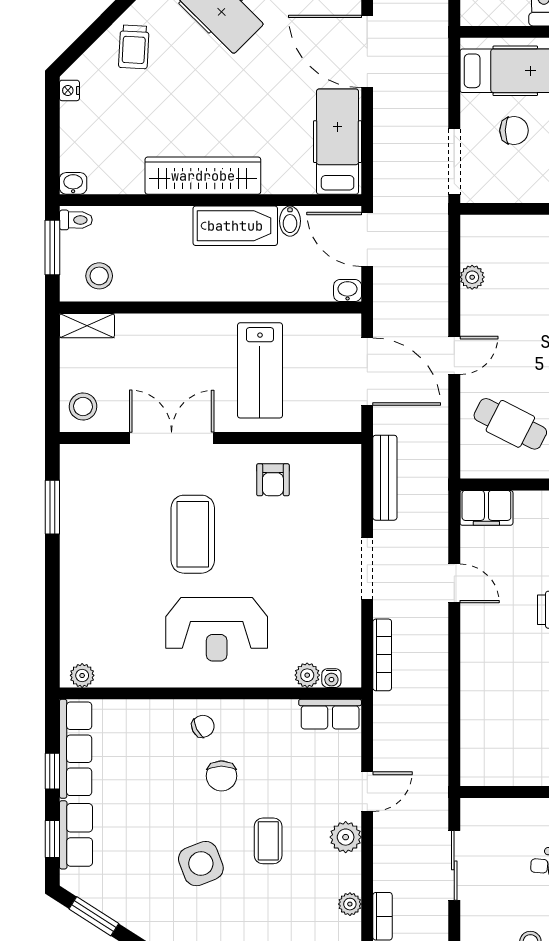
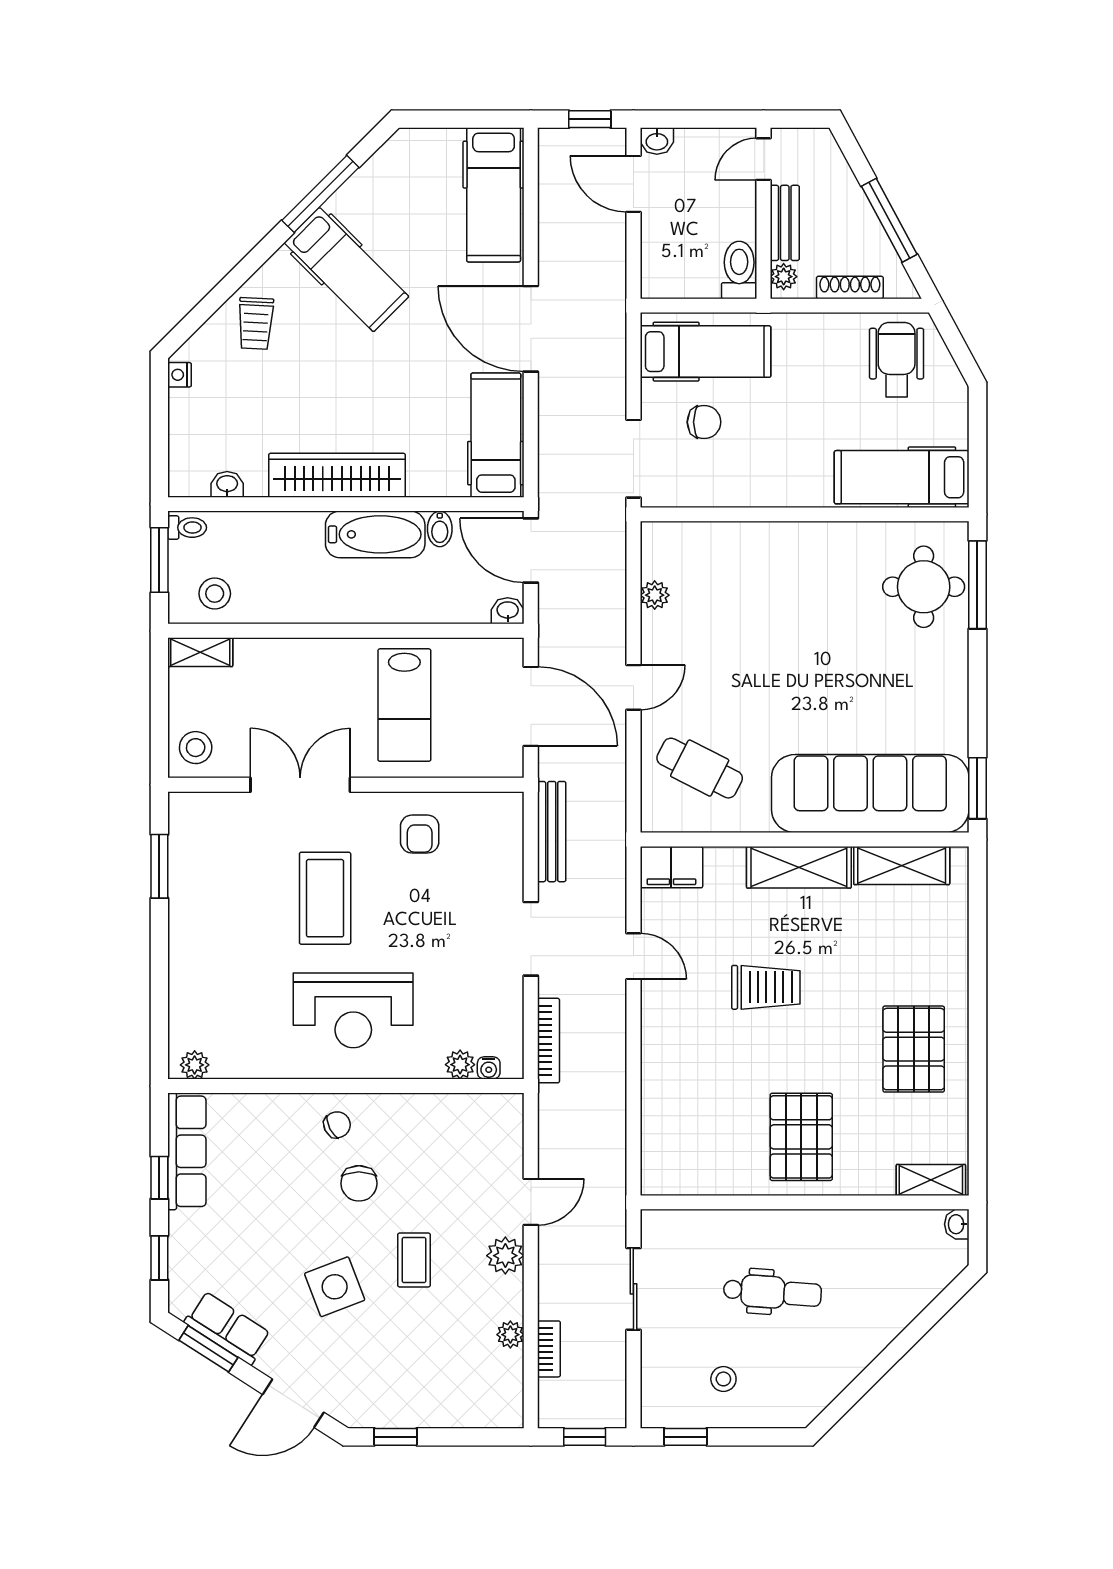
washbasin: (73, 183) -> (227, 484), moved
row of seats: (330, 714) -> (487, 1111), removed
row of seats: (76, 835) -> (228, 1328), moved, turned -57

